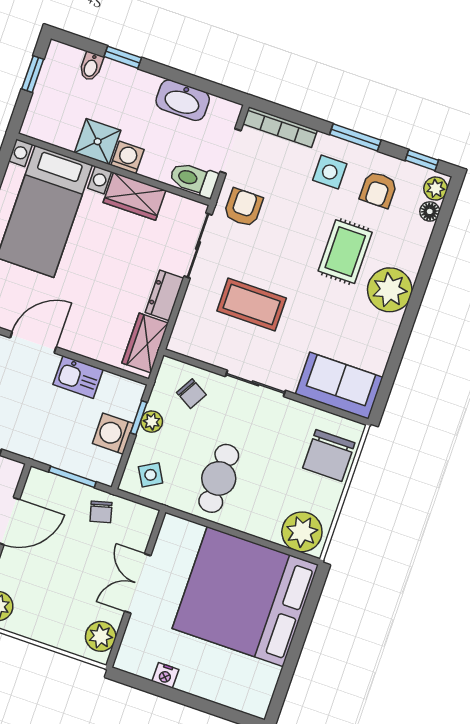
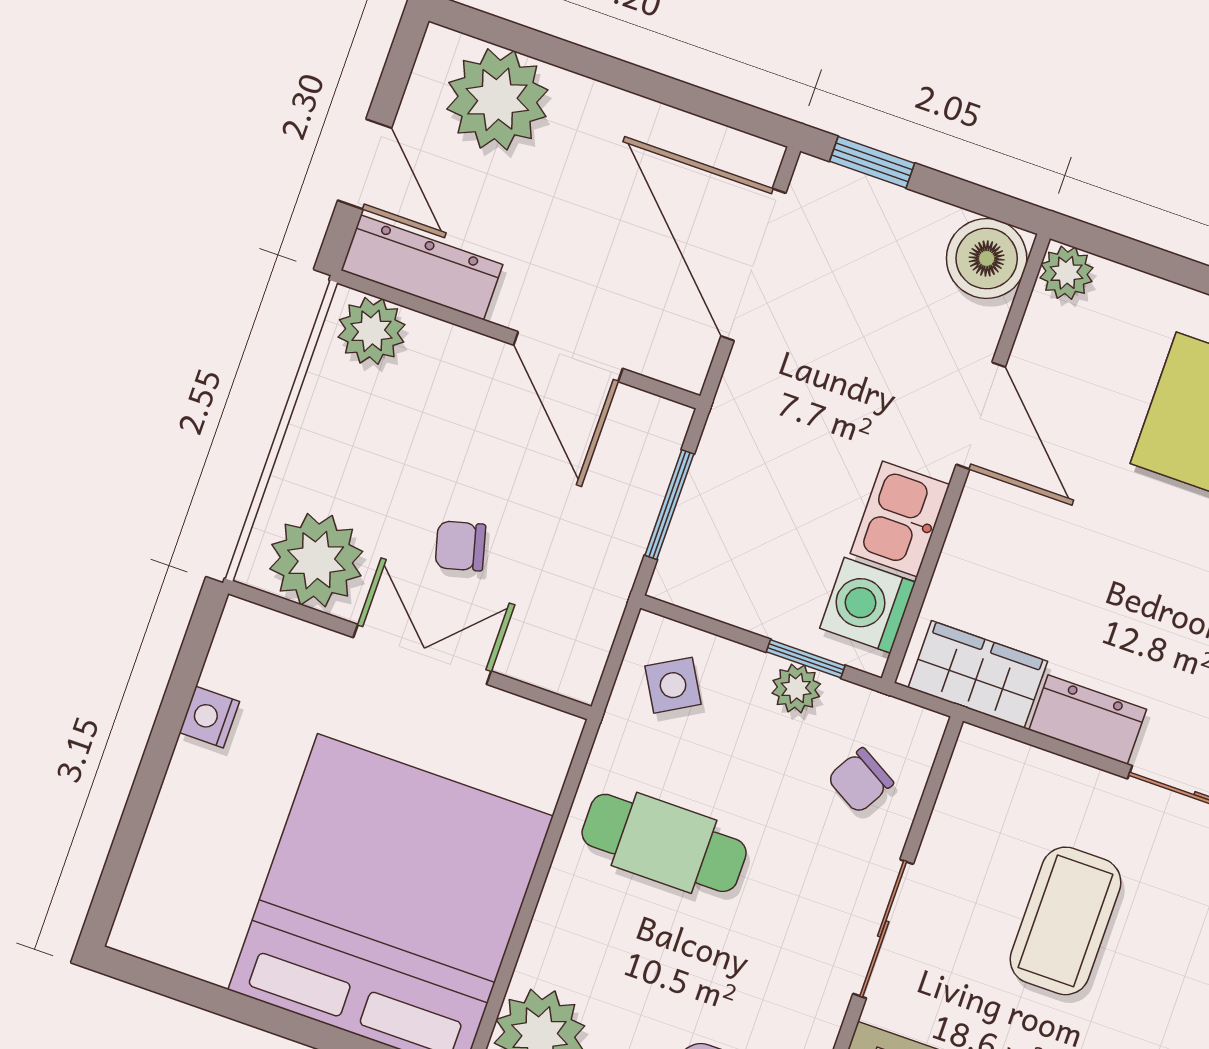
washing machine: (113, 434) -> (868, 605), moved, turned -90
chair: (101, 512) -> (460, 546), moved
plant: (101, 636) -> (316, 560), width x1.36, depth x1.36

